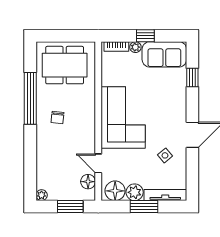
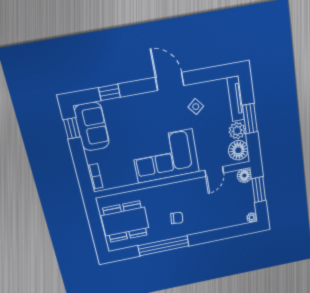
window: (145, 36) -> (72, 128), moved
plant: (135, 47) -> (91, 158), removed
dining table: (65, 65) -> (125, 222), turned 90
floor lamp: (88, 182) -> (244, 176), moved

